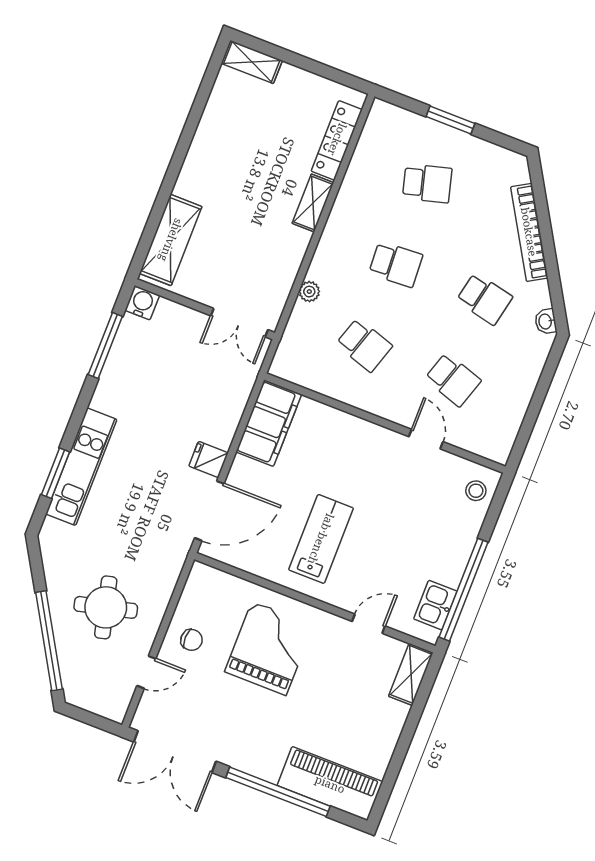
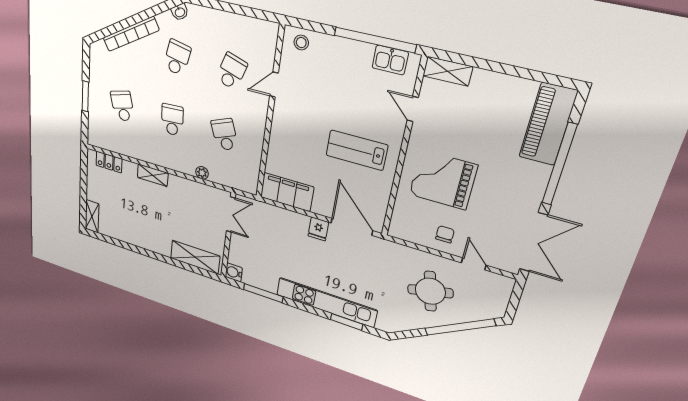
locker: (337, 140) -> (109, 162), width x0.66
school desk: (364, 345) -> (225, 134), turned -39
kitchen unit: (81, 467) -> (326, 302), width x1.36

